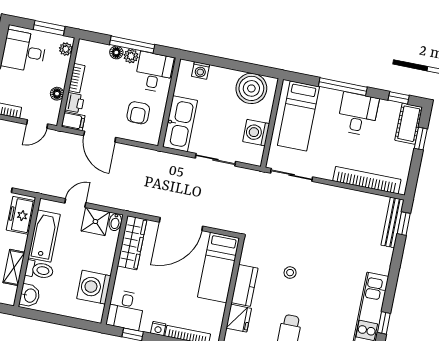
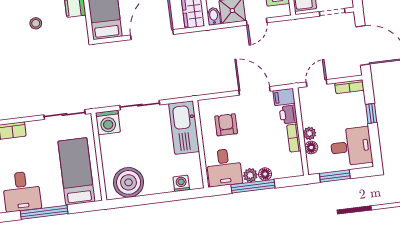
plant: (66, 49) -> (310, 133), moved
floor lamp: (57, 94) -> (311, 148), moved
washing machine: (256, 133) -> (108, 122), moved, turned 90

